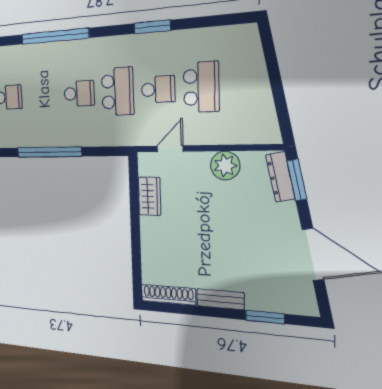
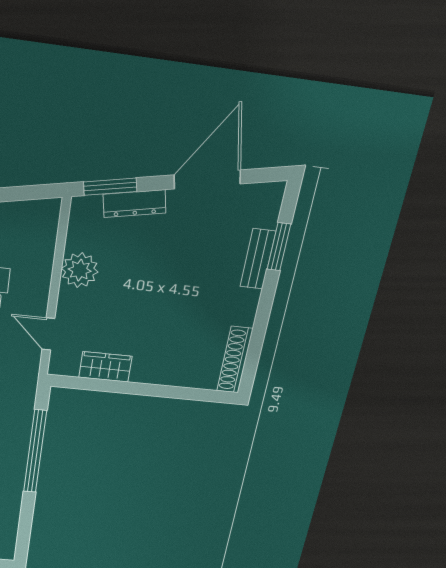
window: (49, 152) -> (35, 452), moved
dresser: (280, 177) -> (135, 204), moved
bench: (220, 299) -> (258, 259), moved

